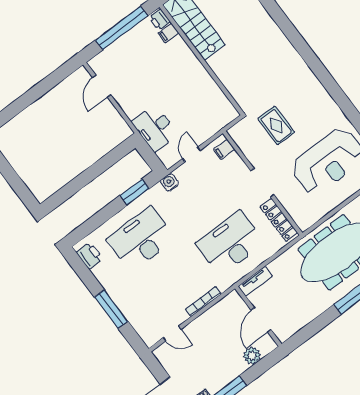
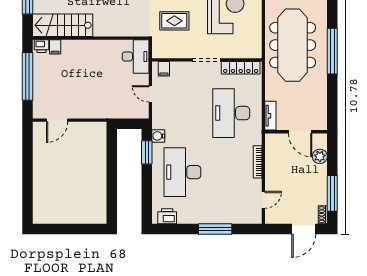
door: (102, 86) -> (57, 120), hinge flipped
desk: (155, 128) -> (136, 57), moved, turned -90
water cooler: (170, 182) -> (158, 136), moved

